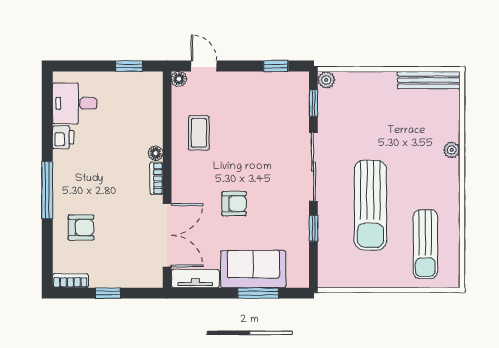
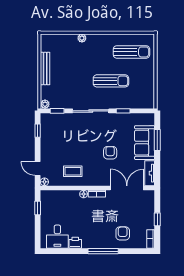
door: (204, 66) -> (38, 169), hinge flipped
bench: (429, 80) -> (45, 69), moved
sun lounger: (370, 205) -> (111, 81), width x0.73, depth x0.75

